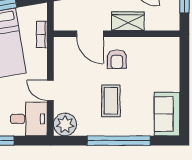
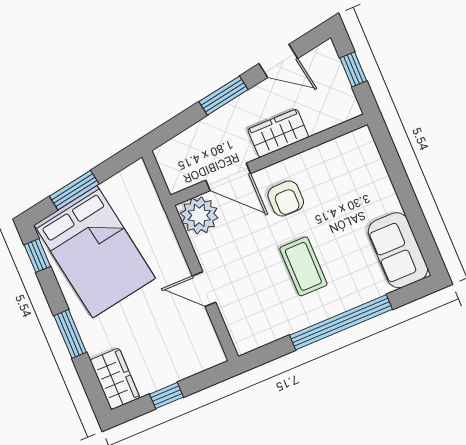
bookcase: (42, 35) -> (155, 209), removed
desk: (29, 119) -> (189, 347), removed
plant: (65, 124) -> (199, 215), moved

